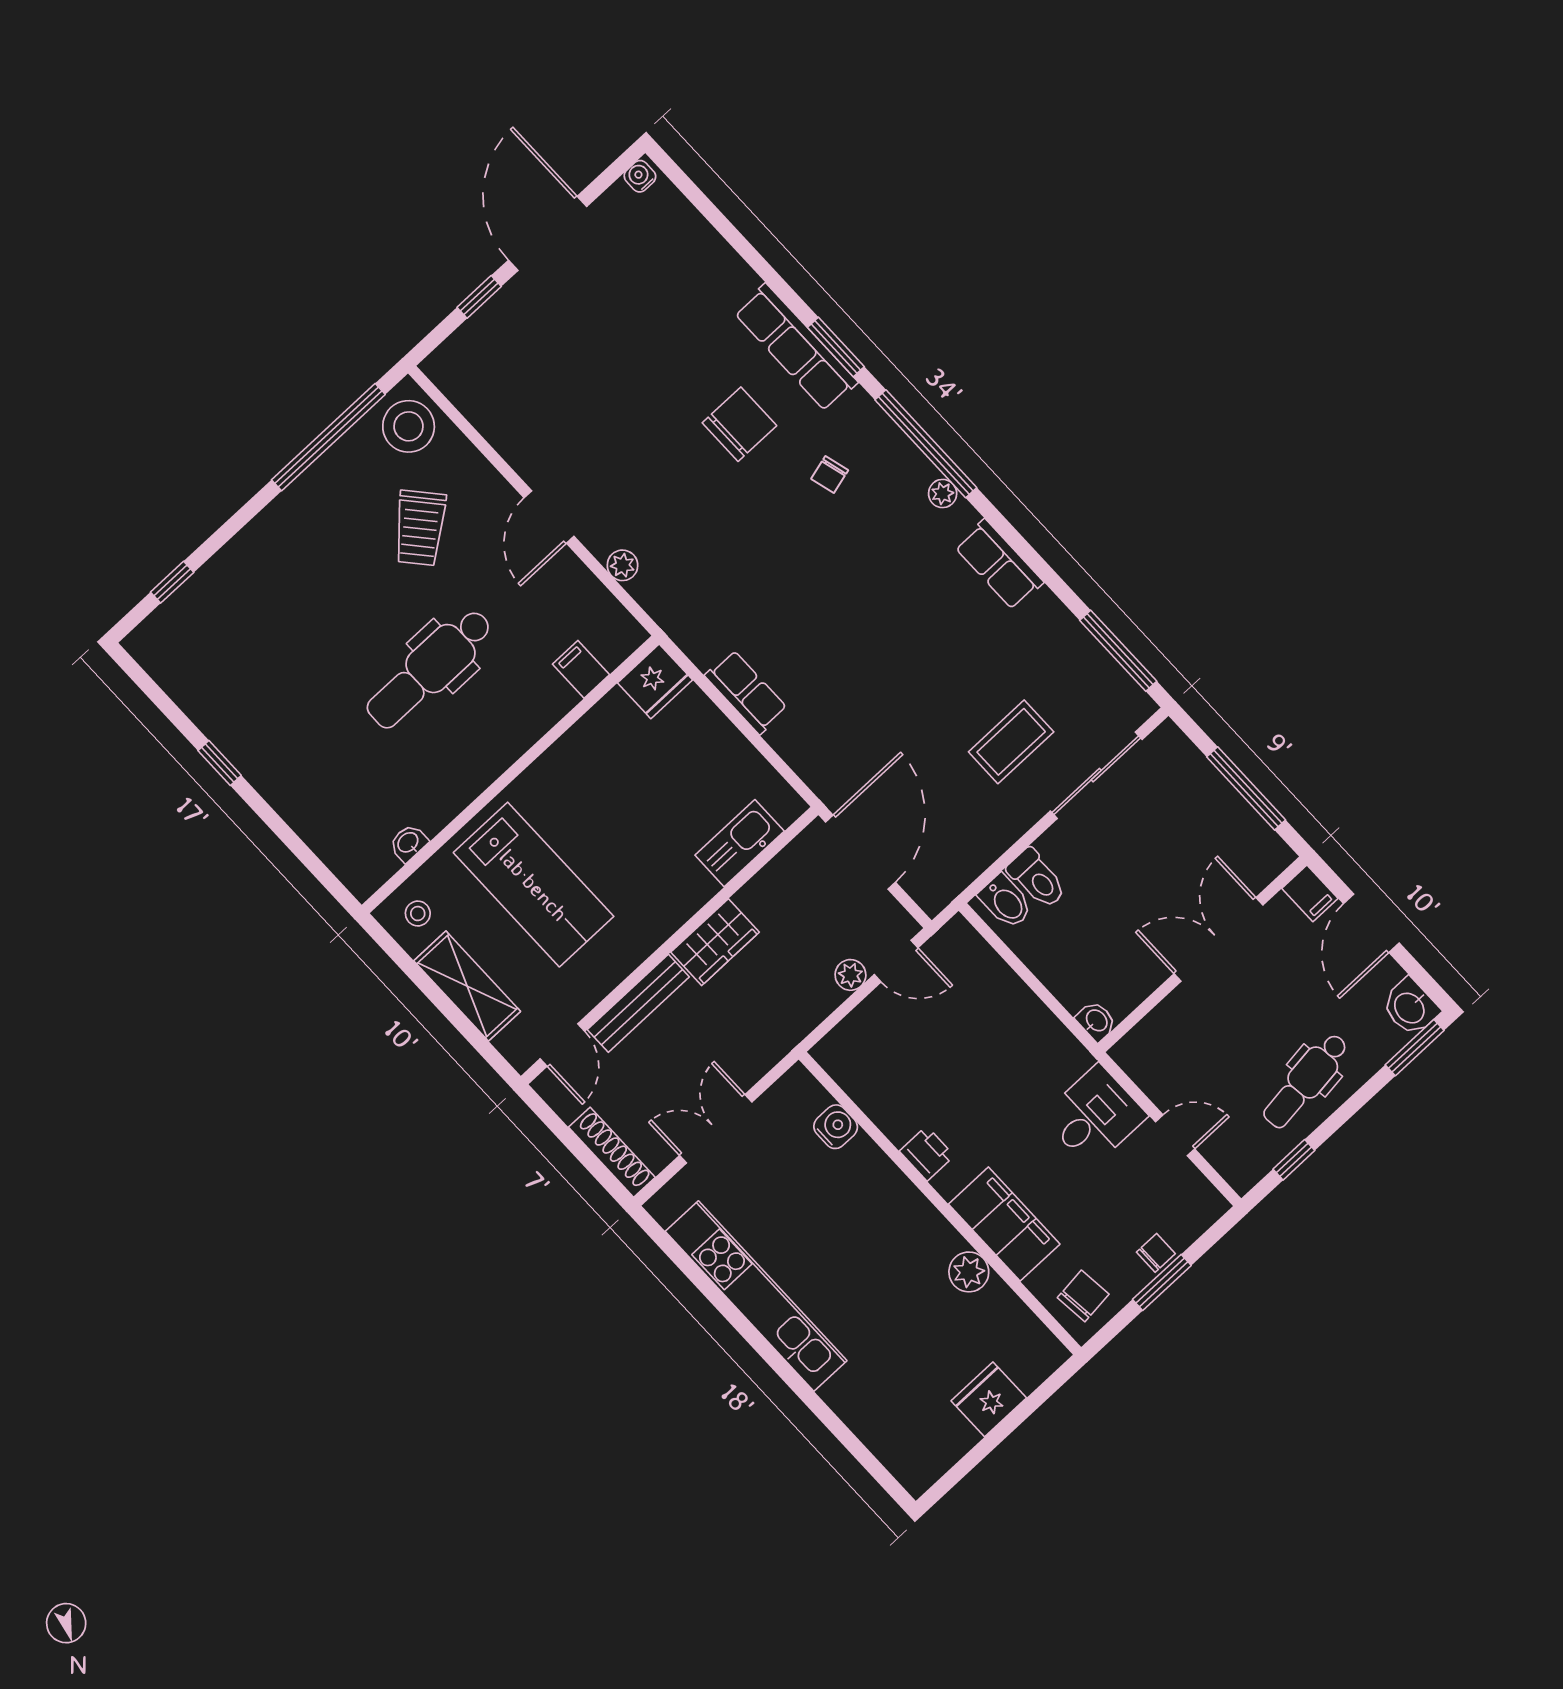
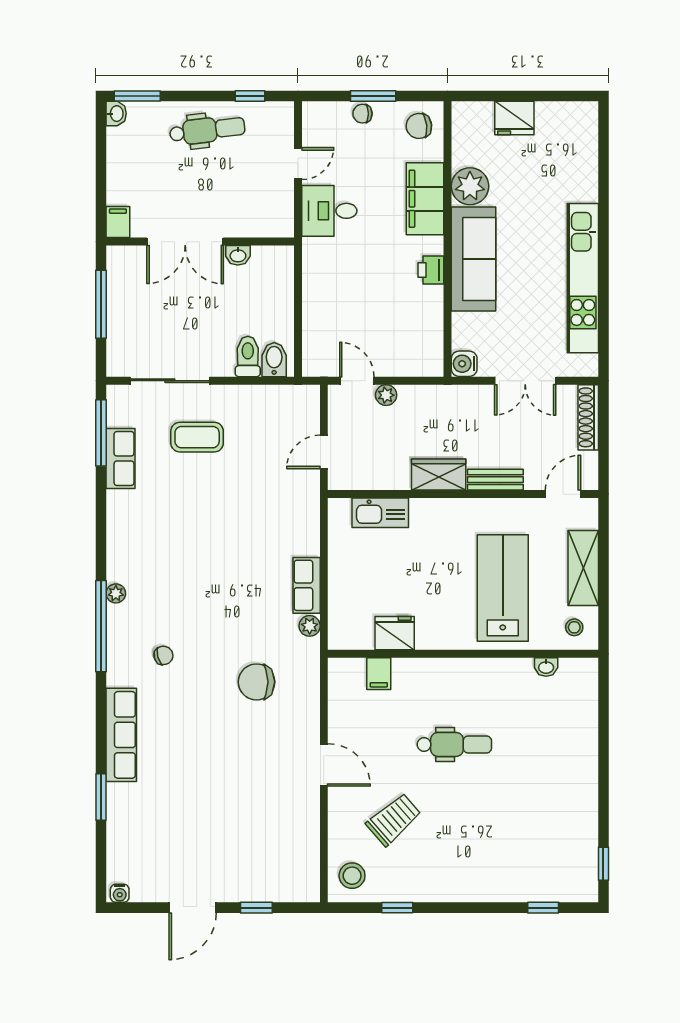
door: (548, 233) -> (193, 908), width x0.73
window: (836, 347) -> (101, 797), moved
chair: (739, 424) -> (257, 682), moved
stool: (409, 426) -> (352, 876), width x0.73, depth x0.73
window: (328, 437) -> (397, 908), width x0.32
door: (549, 517) -> (324, 765), hinge flipped
plant: (622, 565) -> (310, 626), moved
row of seats: (999, 565) -> (121, 458), moved
dental chair: (430, 669) -> (454, 744), width x0.73, depth x0.72
fridge: (655, 681) -> (395, 633), moved
window: (220, 763) -> (603, 864), moved
door: (860, 852) -> (324, 452), width x0.53
door: (1371, 923) -> (101, 179), removed
bench: (638, 1003) -> (495, 480), width x0.73
washbasin: (1410, 1007) -> (116, 114), width x0.72, depth x0.69
washbasin: (1096, 1021) -> (238, 255), moved, turned -90
water cooler: (836, 1127) -> (464, 364), moved
door: (1175, 1135) -> (298, 164), swing flipped
sofa: (892, 1208) -> (474, 259), added
plant: (969, 1272) -> (470, 186), width x1.36, depth x1.36

